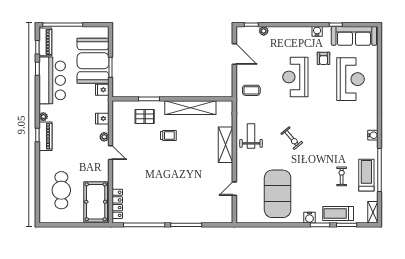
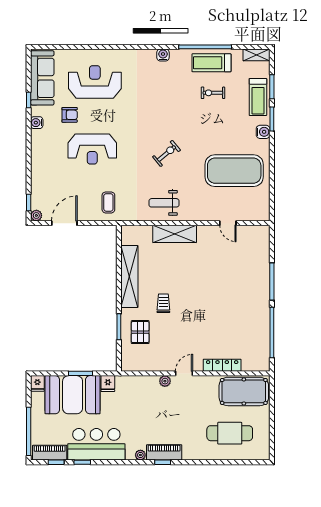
plant: (264, 31) -> (36, 215), moved
fridge: (102, 119) -> (37, 383), moved
locker: (117, 204) -> (222, 365), moved

